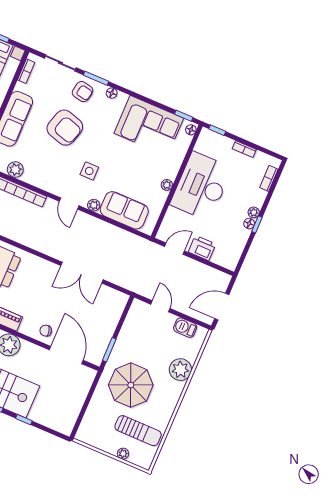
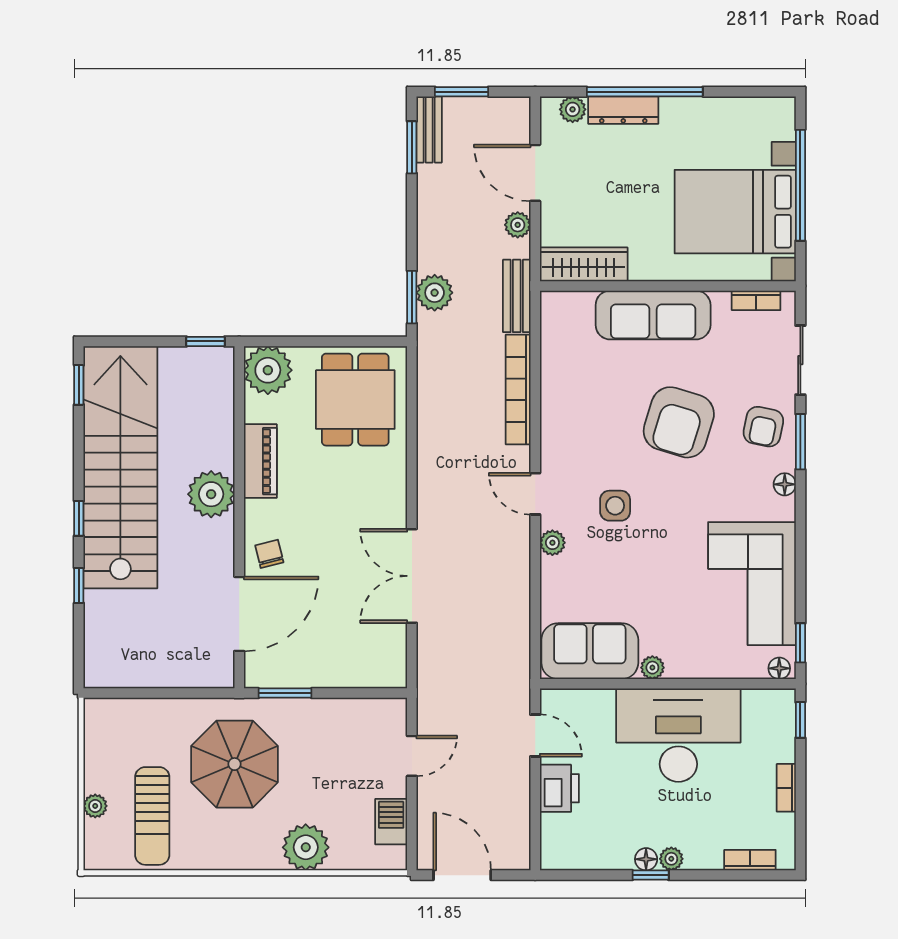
plant: (15, 170) -> (556, 361), removed
door: (69, 204) -> (535, 494), hinge flipped
sofa: (124, 210) -> (590, 651), moved, turned -90

